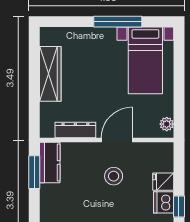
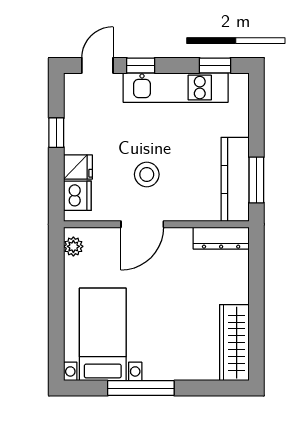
wardrobe: (50, 74) -> (234, 343), moved
dresser: (75, 130) -> (221, 238), moved
kitchen counter: (50, 162) -> (235, 179), width x1.50
dishwasher: (164, 202) -> (77, 196), moved

